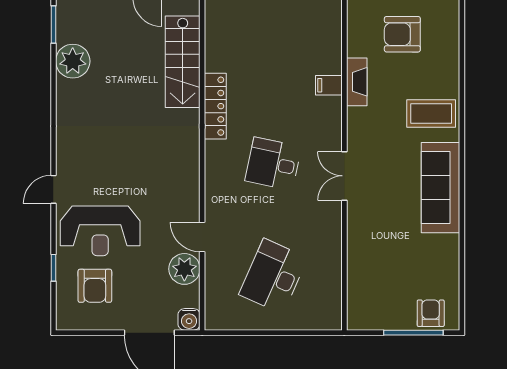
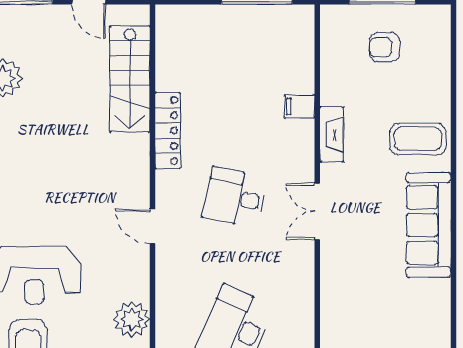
armchair: (402, 34) -> (384, 47), width x0.72, depth x0.72
fireplace: (357, 82) -> (332, 134), moved
door: (202, 237) -> (153, 226), moved

